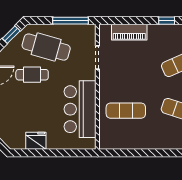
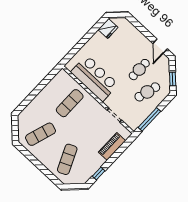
cafe table: (46, 47) -> (147, 92), width x0.73, depth x0.74
fridge: (36, 141) -> (108, 29), moved

